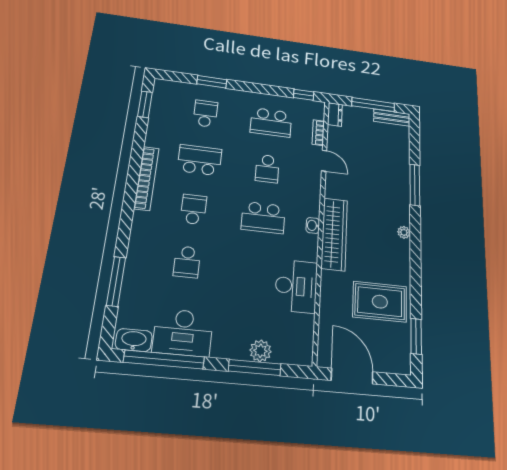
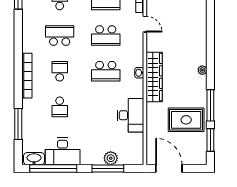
school desk: (267, 169) -> (106, 36), width x1.85
bookcase: (146, 178) -> (27, 76), moved
window: (415, 185) -> (210, 105), moved

